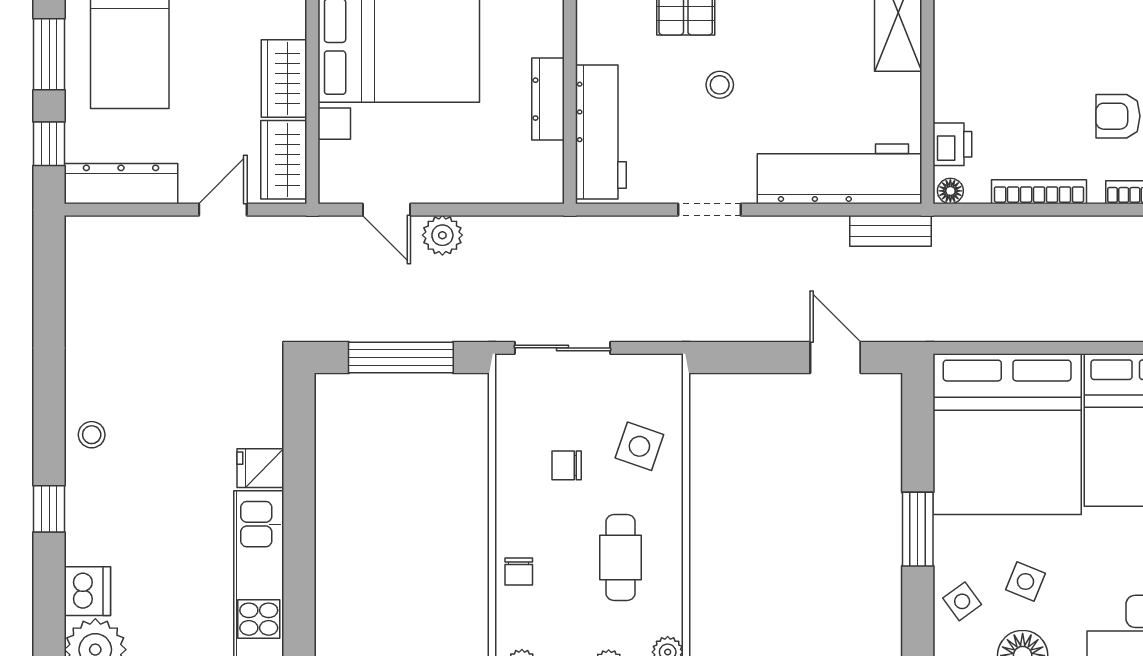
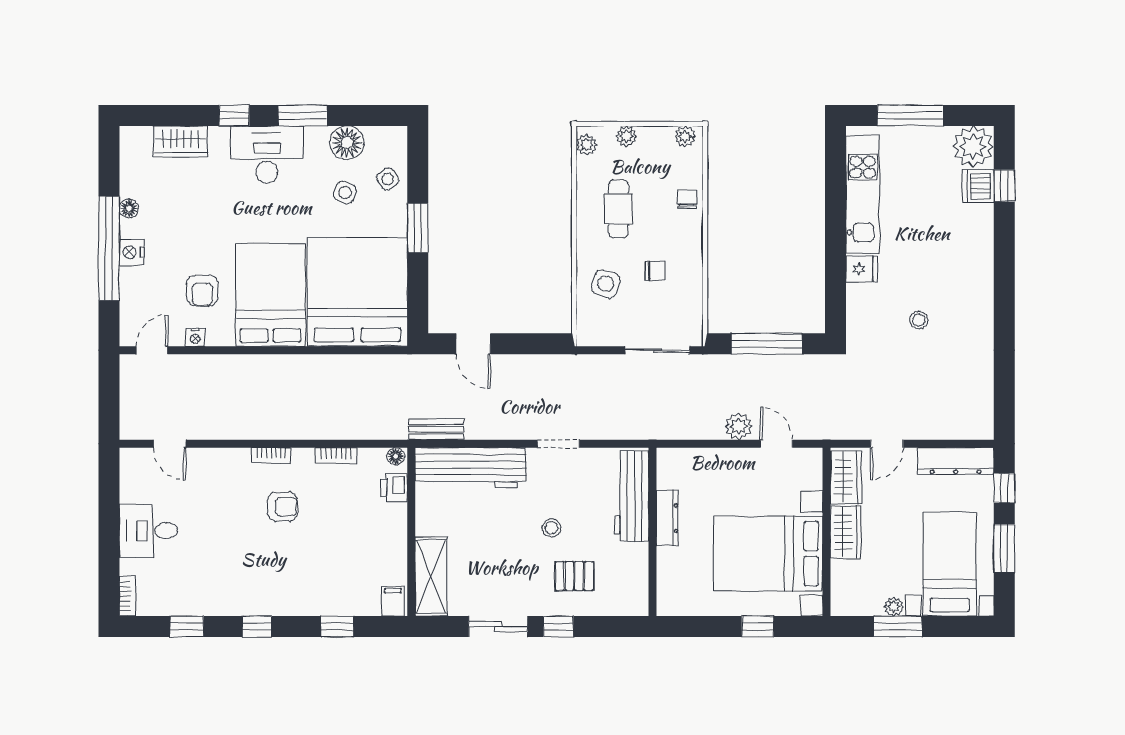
bookcase: (1039, 192) -> (336, 456), width x0.64
stool: (92, 435) -> (919, 320), moved
window: (49, 509) -> (1004, 186), moved

